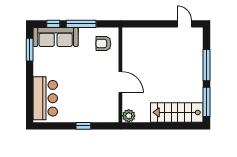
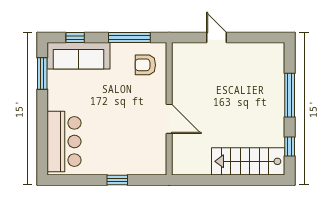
window: (81, 24) -> (129, 37), moved
door: (184, 24) -> (216, 37), moved
window: (206, 102) -> (290, 146), width x0.46
plant: (129, 116) -> (181, 166), removed

